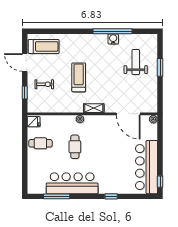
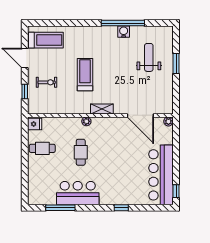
bar counter: (72, 183) -> (78, 193), width x0.73

